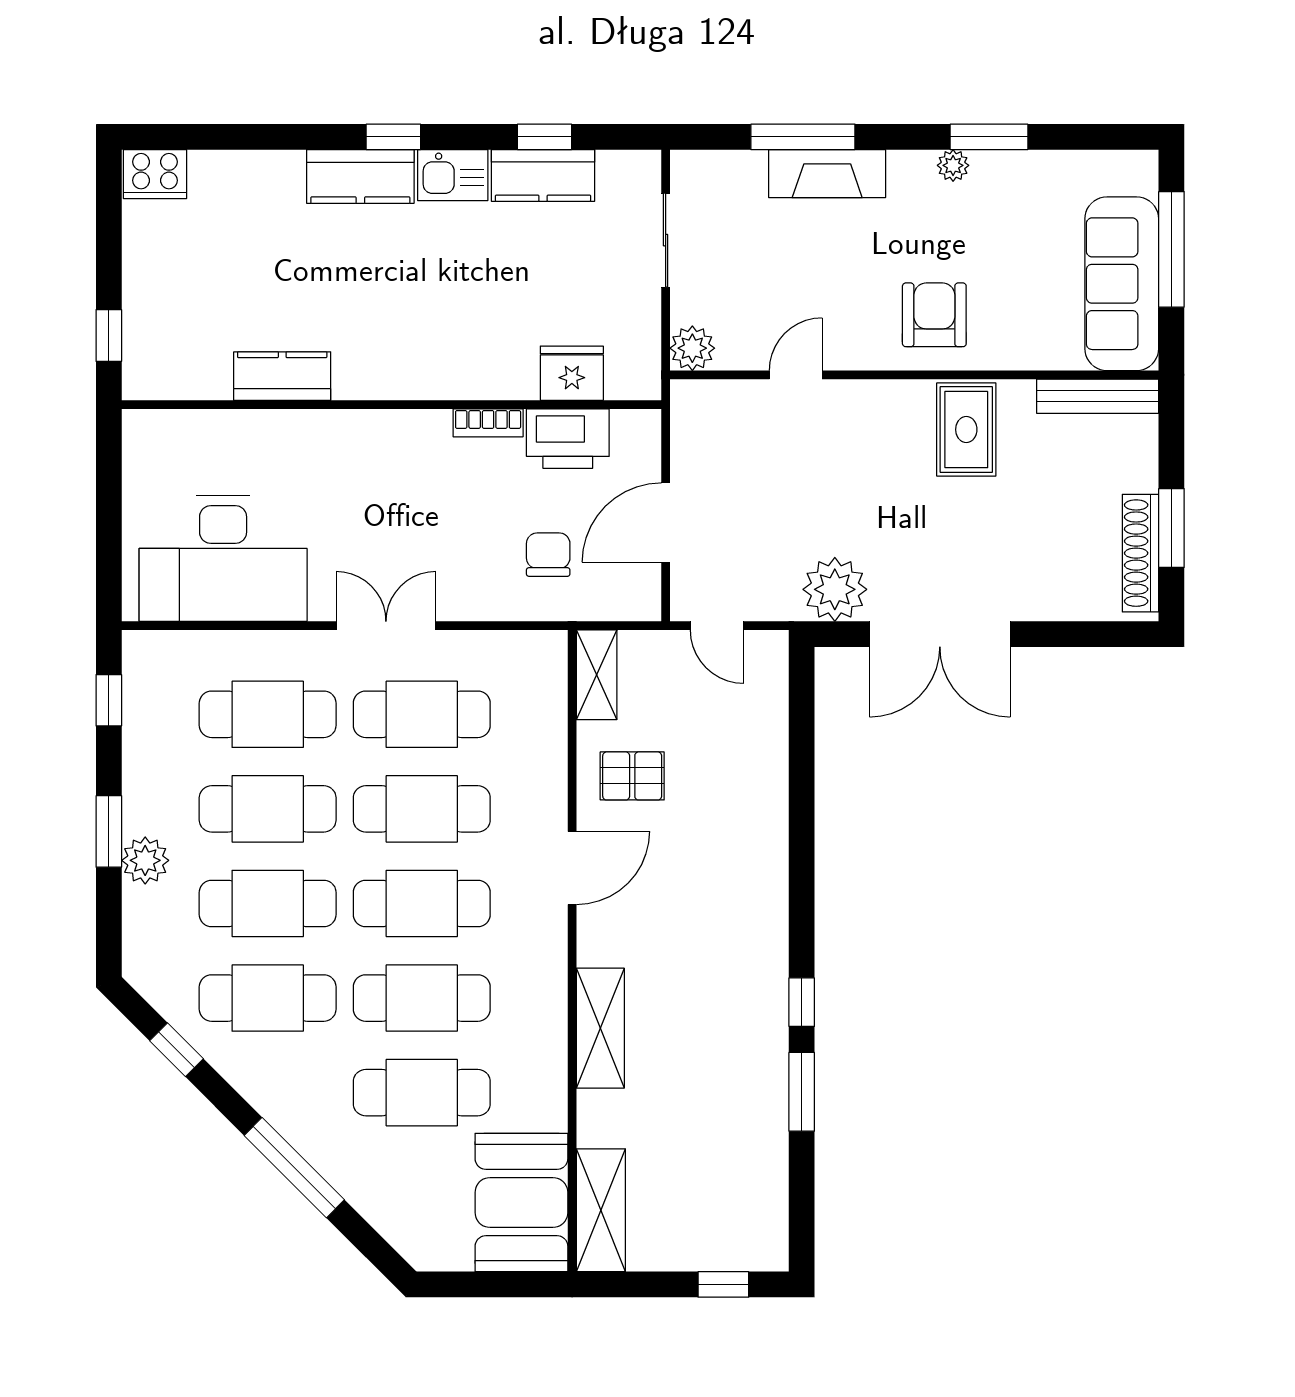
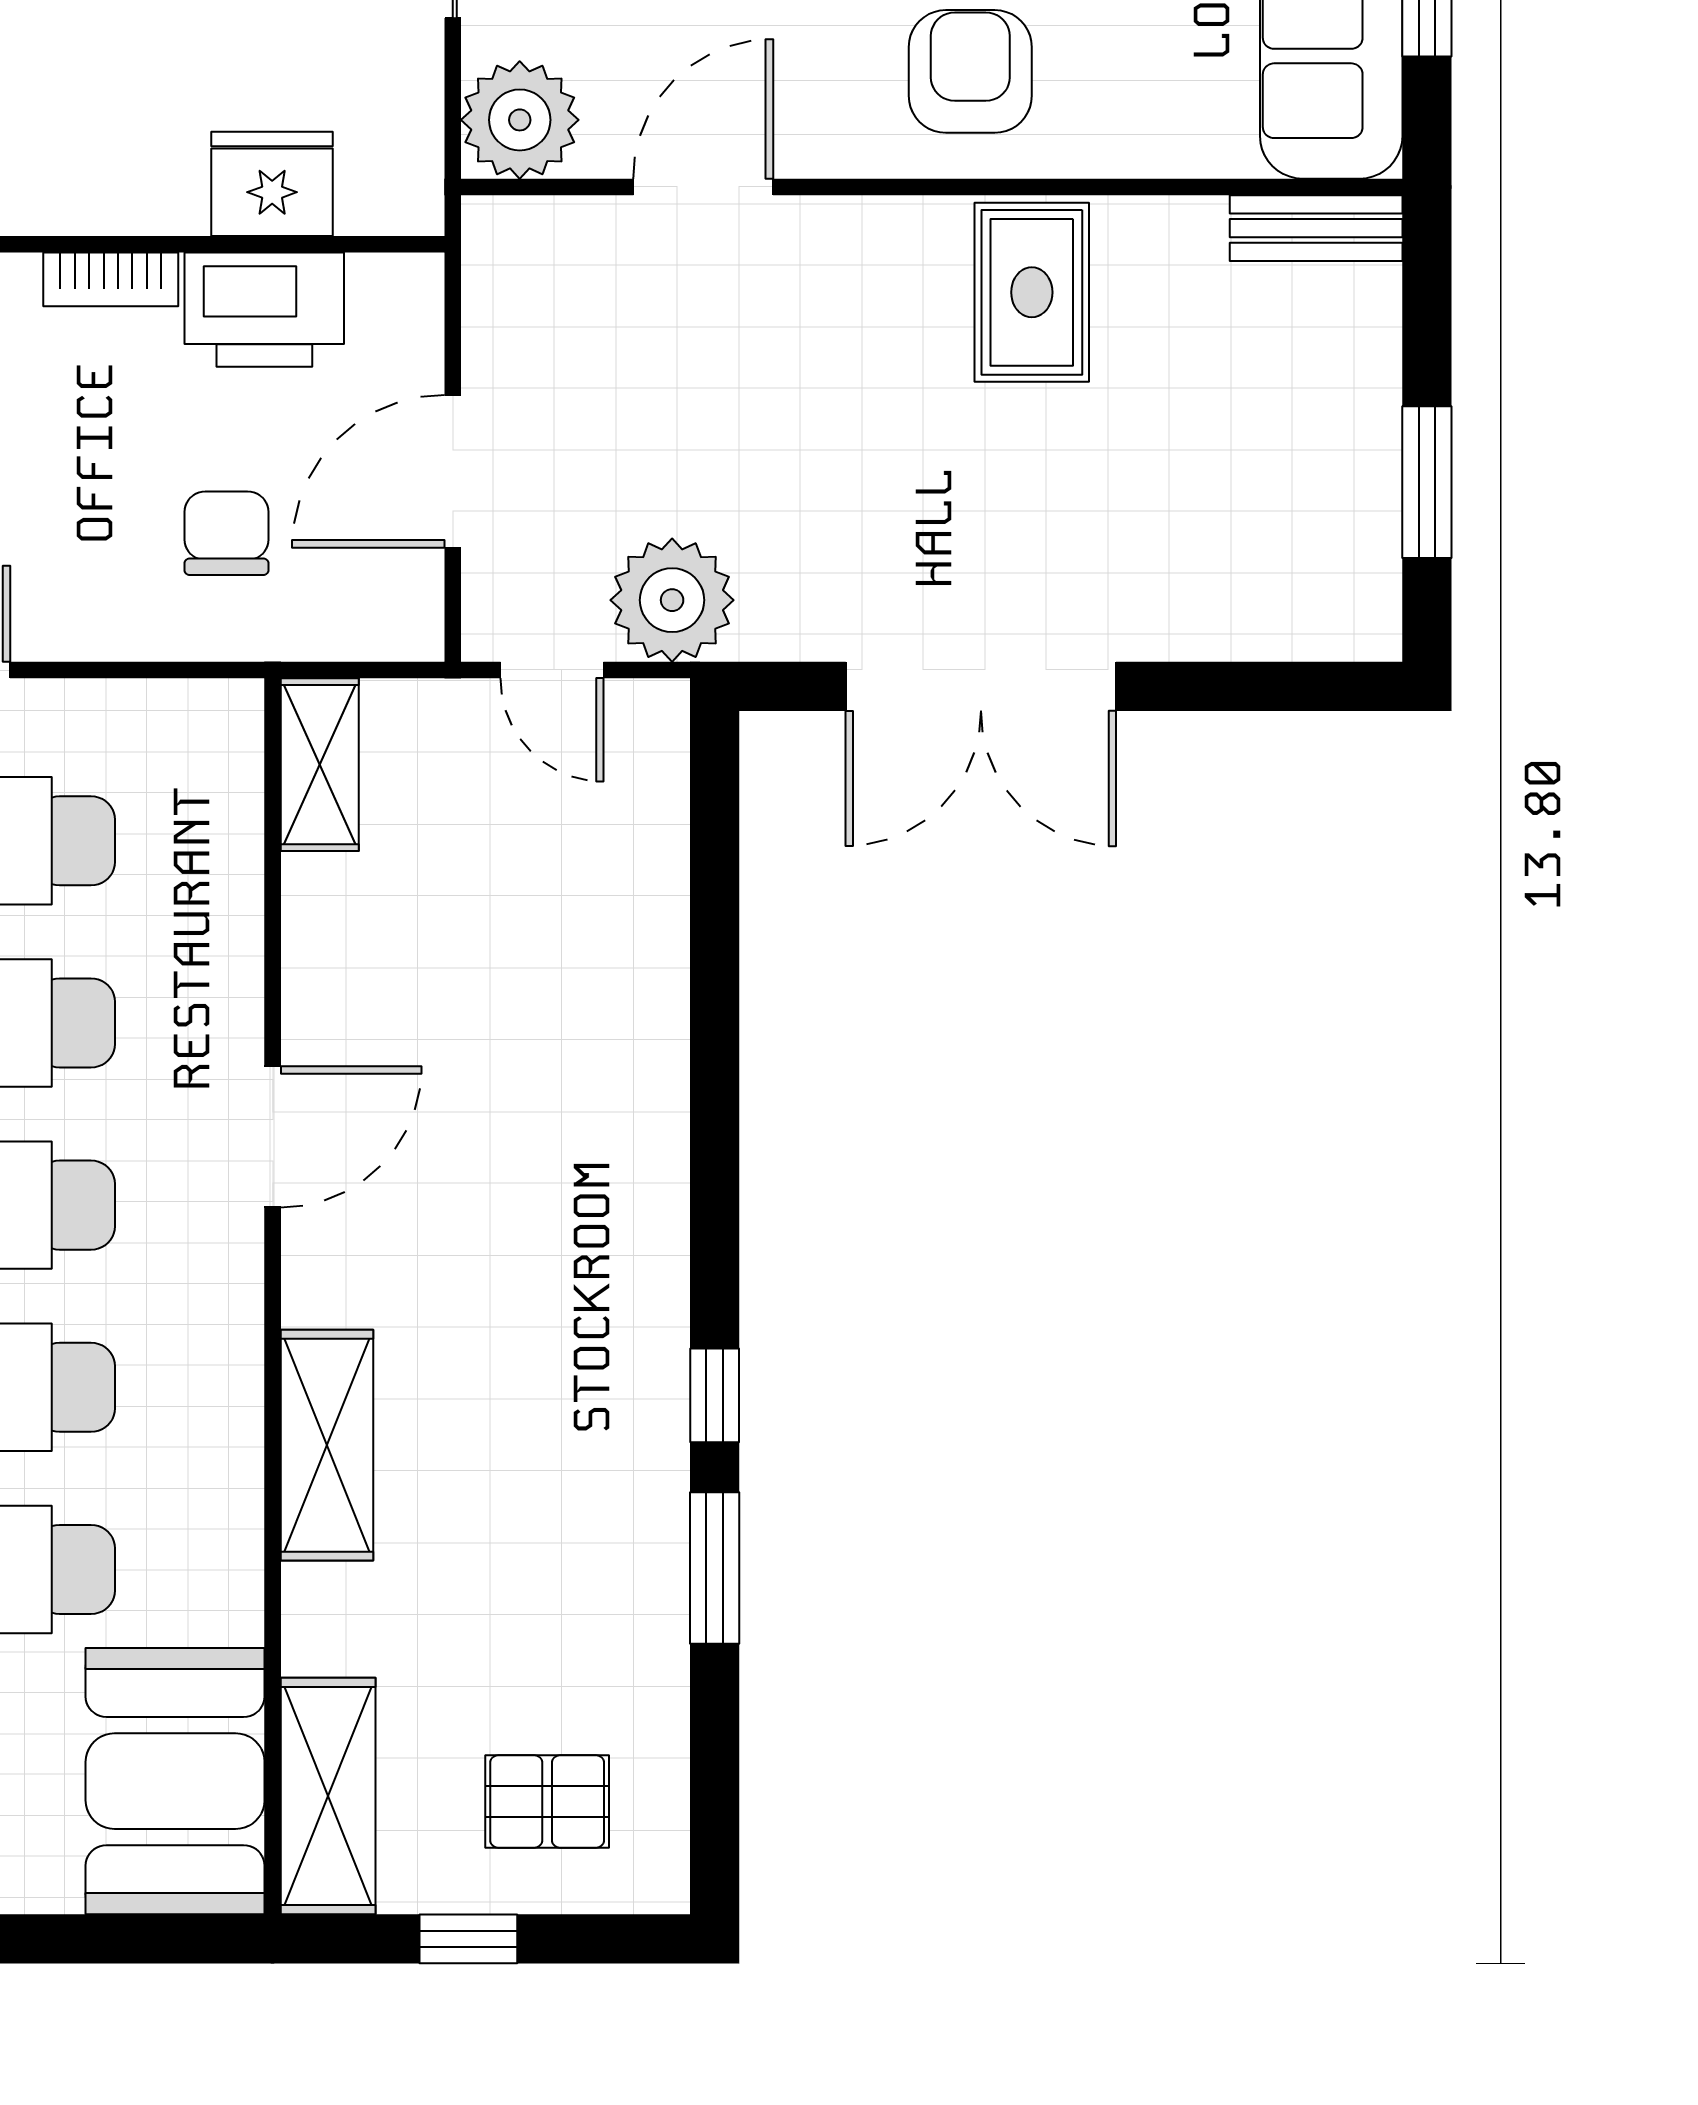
plant: (692, 348) -> (520, 120), width x1.36, depth x1.36
door: (796, 375) -> (703, 187), width x1.37
bench: (1098, 396) -> (1316, 228), width x0.73
shoe rack: (1140, 553) -> (1367, 530), removed
plant: (835, 589) -> (672, 600), moved
pallet: (632, 776) -> (547, 1801), moved
window: (723, 1284) -> (468, 1939), moved

